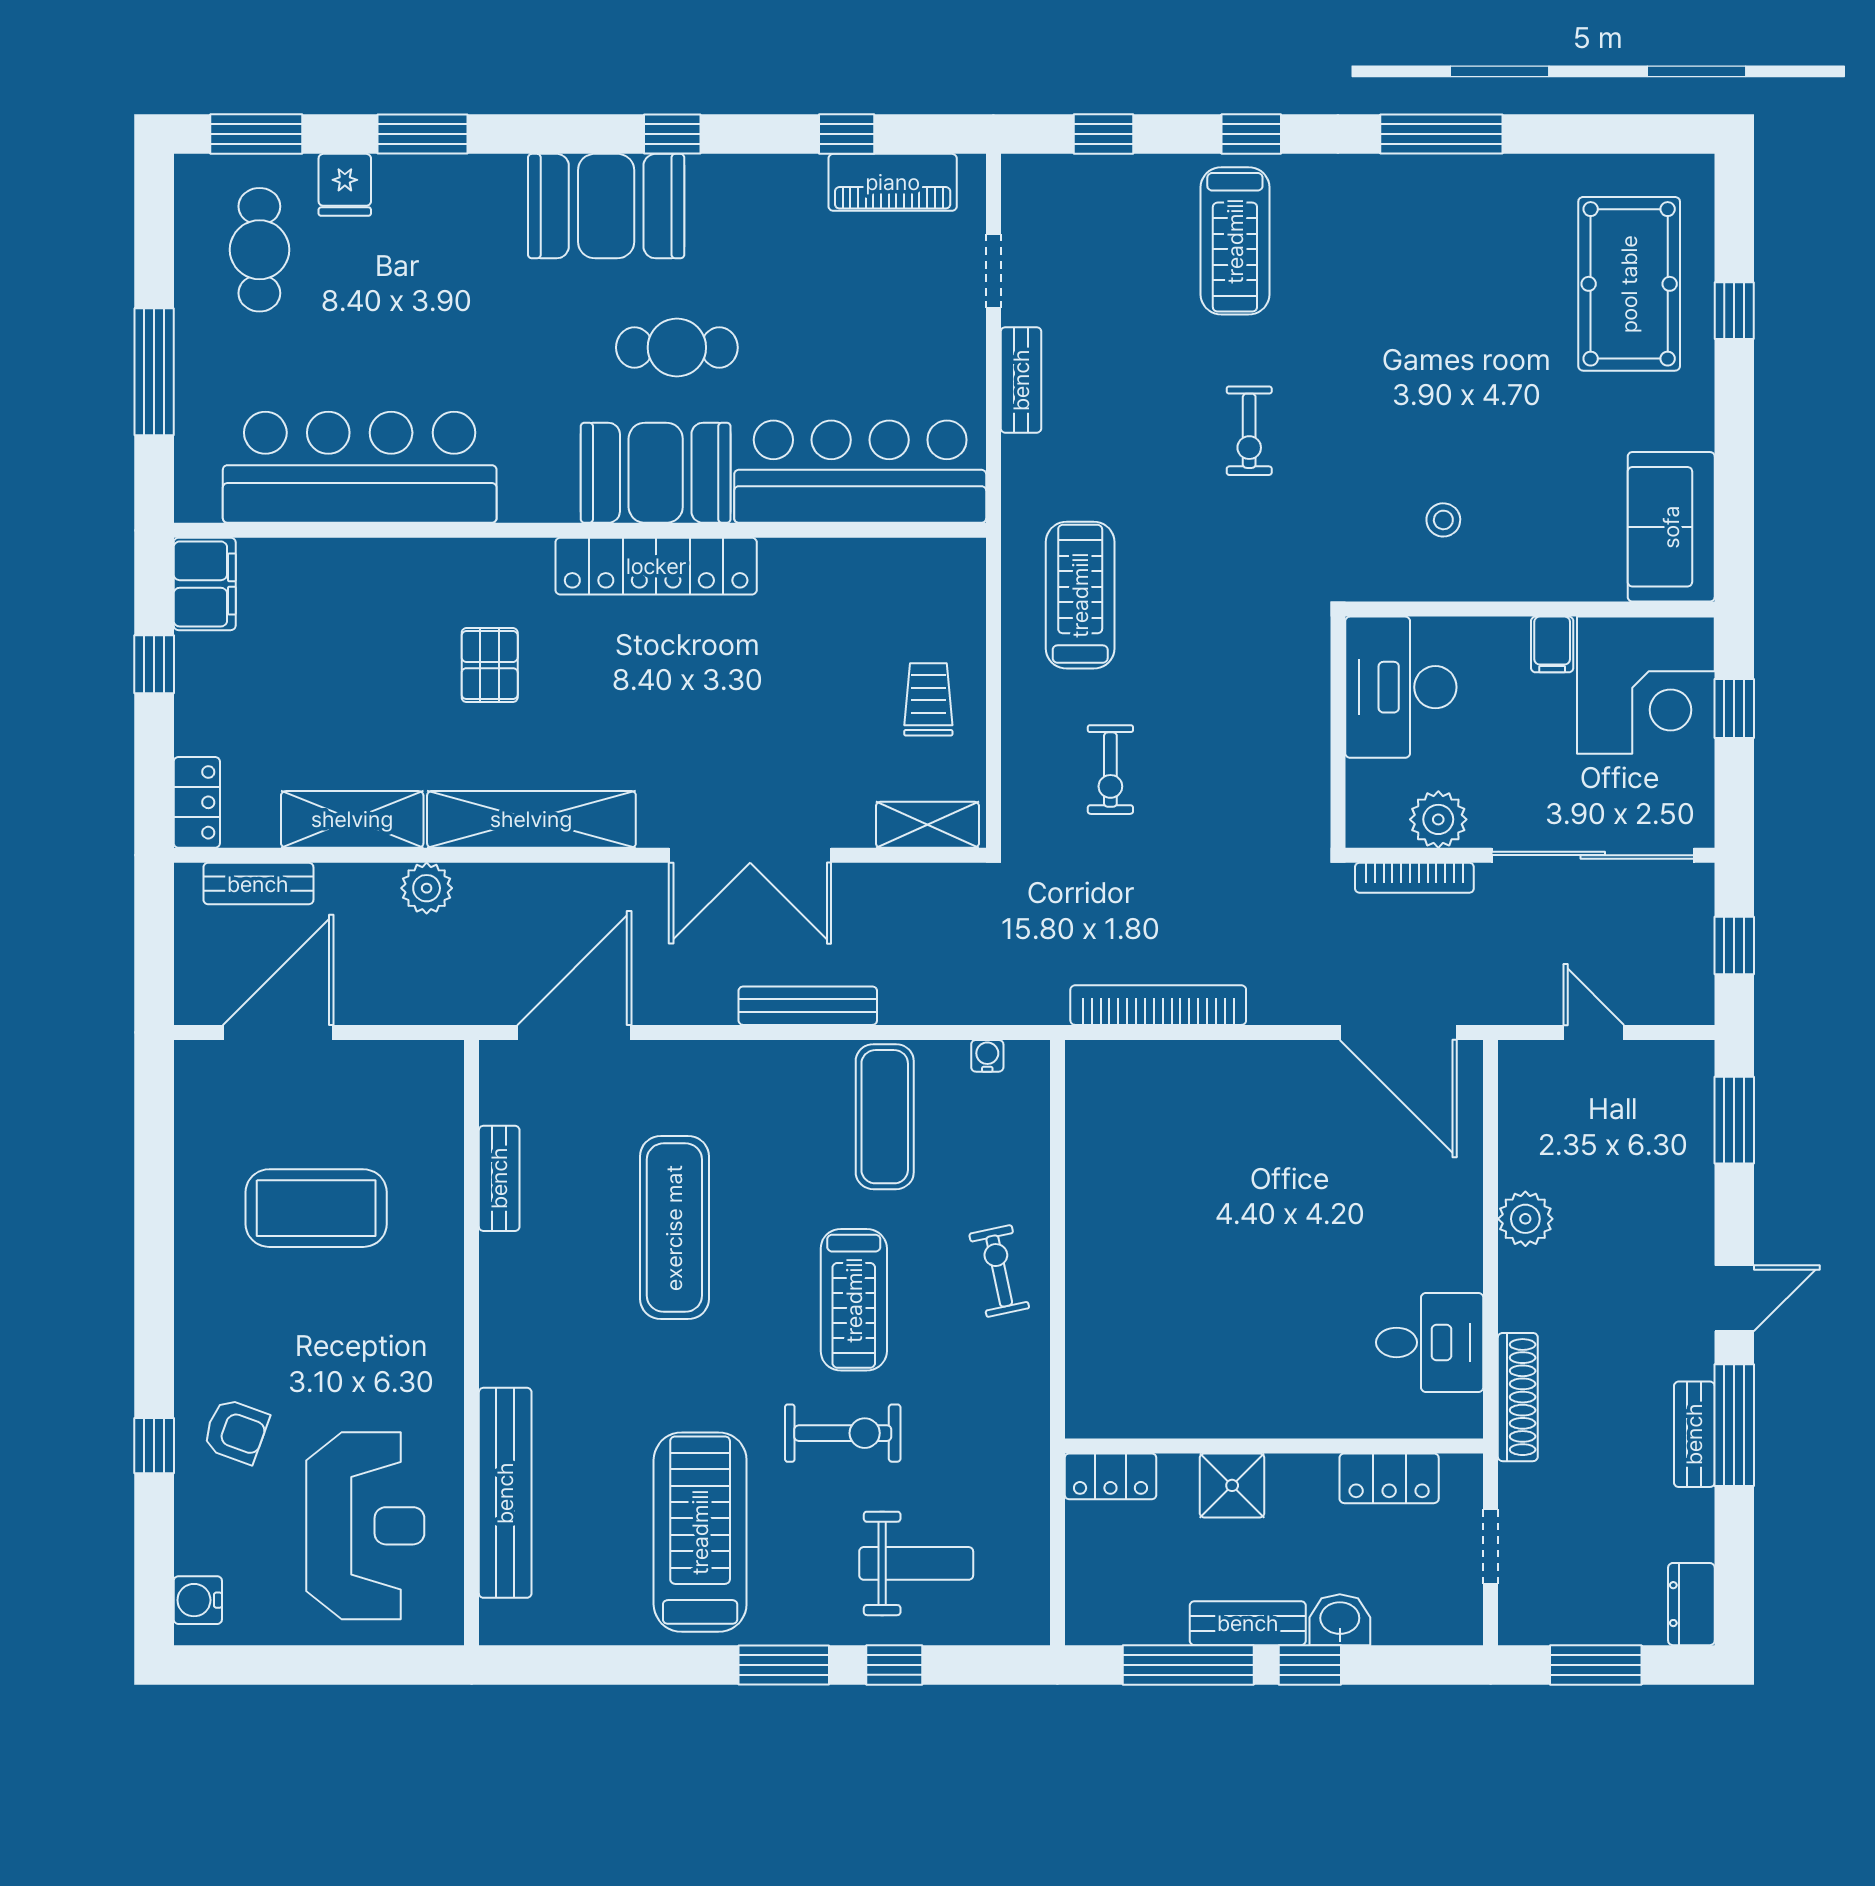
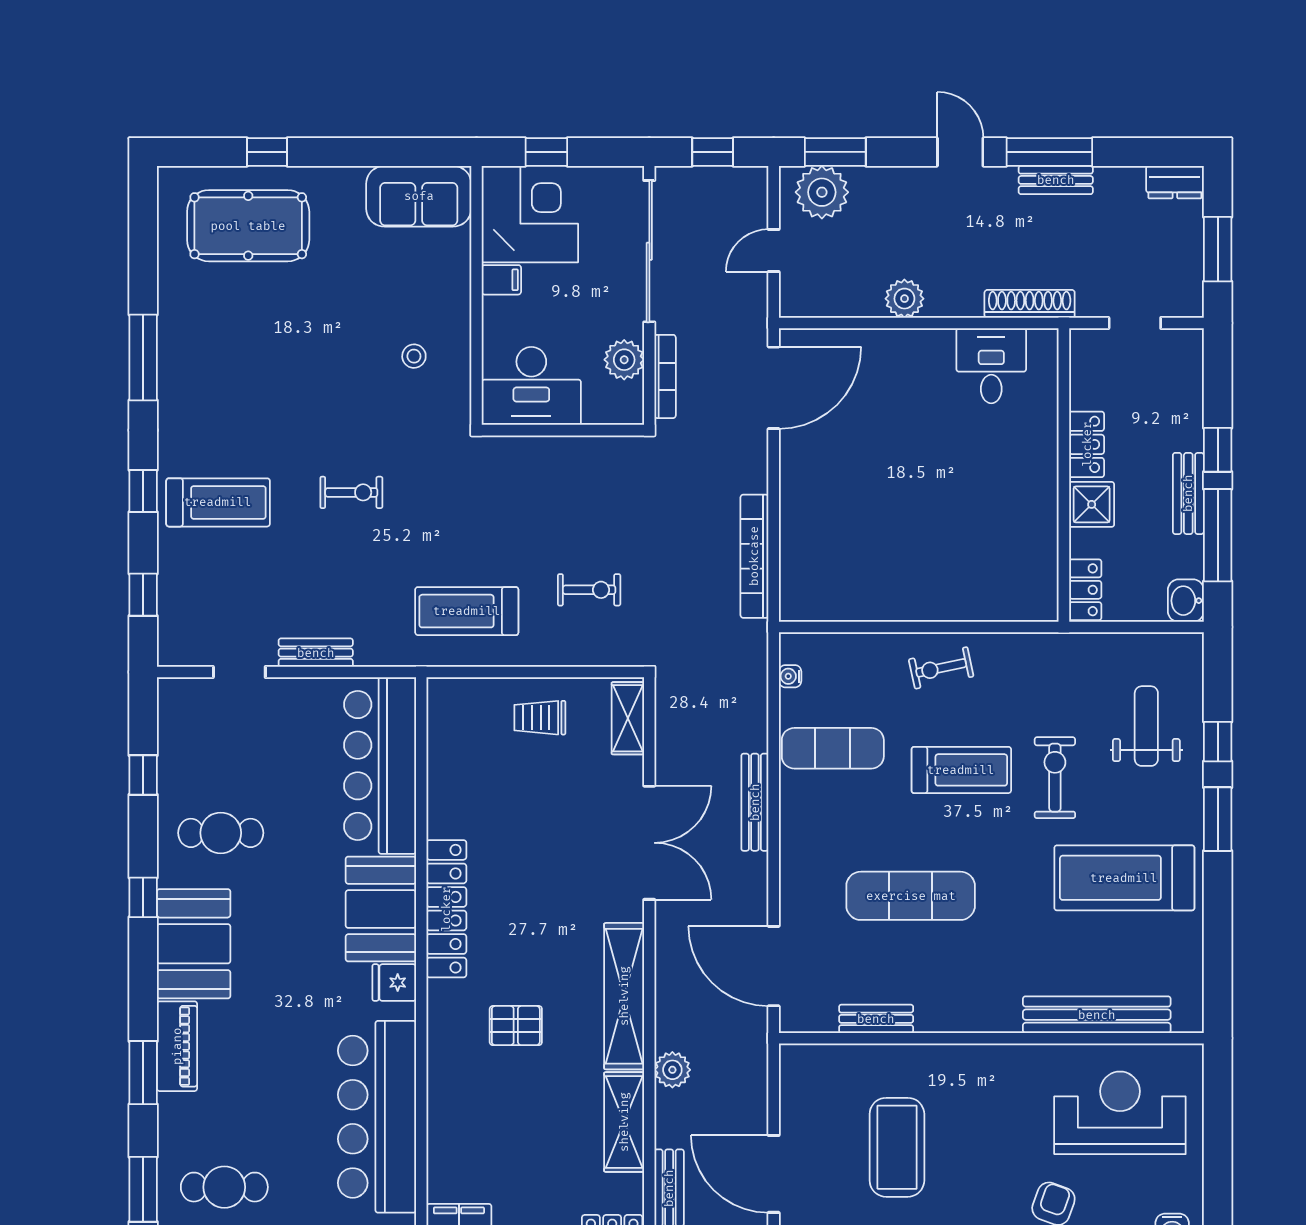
piano: (893, 182) -> (177, 1046), moved
fridge: (345, 185) -> (394, 983), moved, turned 180
cafe table: (677, 348) -> (221, 833), moved, turned 90
plant: (1677, 1101) -> (822, 192), added
locker: (1389, 1478) -> (1087, 444), moved
washbasin: (1340, 1620) -> (1186, 601), moved

